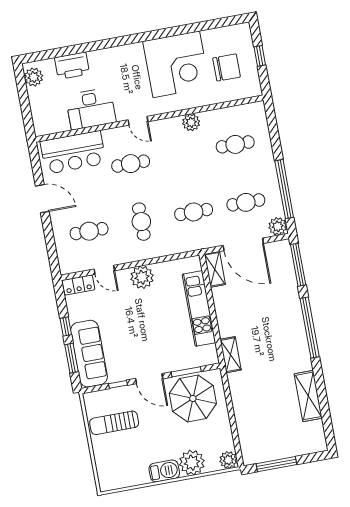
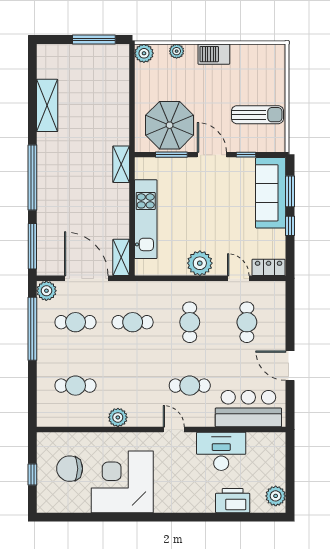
cafe table: (89, 231) -> (247, 322), turned 90
plant: (192, 463) -> (177, 51), width x0.53, depth x0.53

